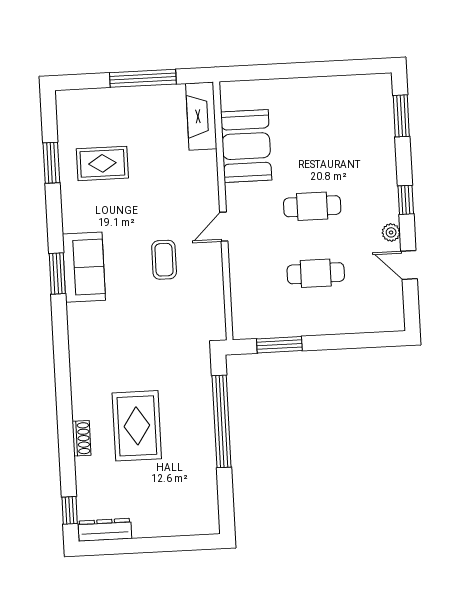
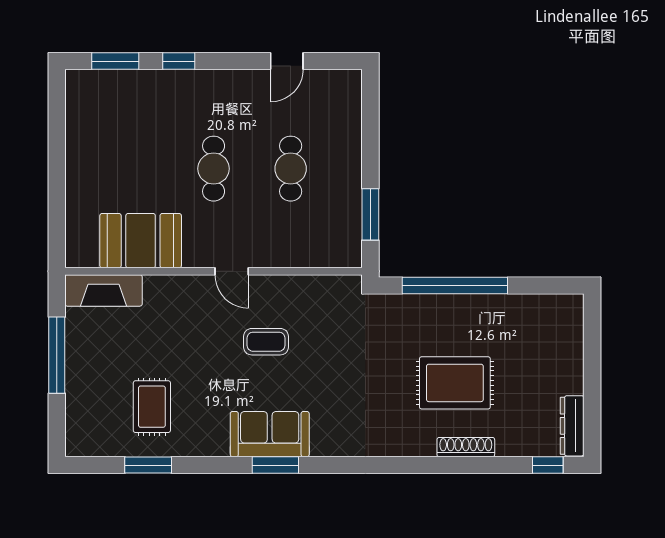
window: (406, 200) -> (179, 61), moved
plant: (391, 232) -> (248, 80), removed
shoe rack: (82, 438) -> (466, 447), width x1.43

